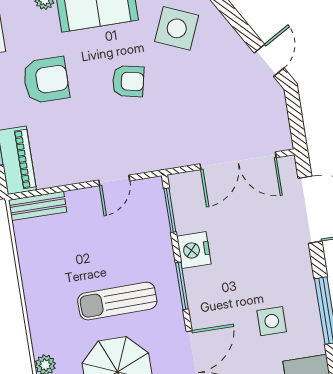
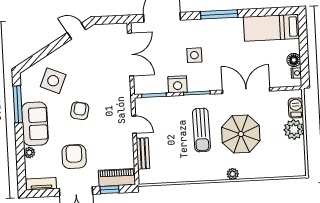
bench: (38, 206) -> (143, 153), moved
side table: (272, 321) -> (194, 55), moved

